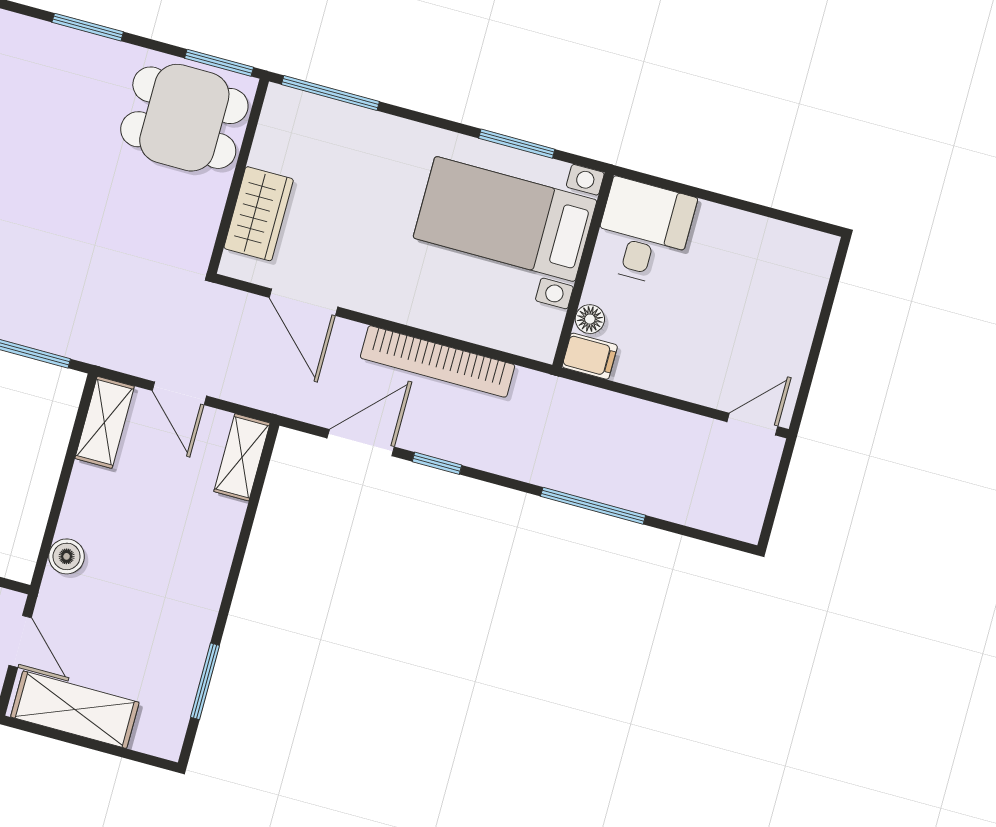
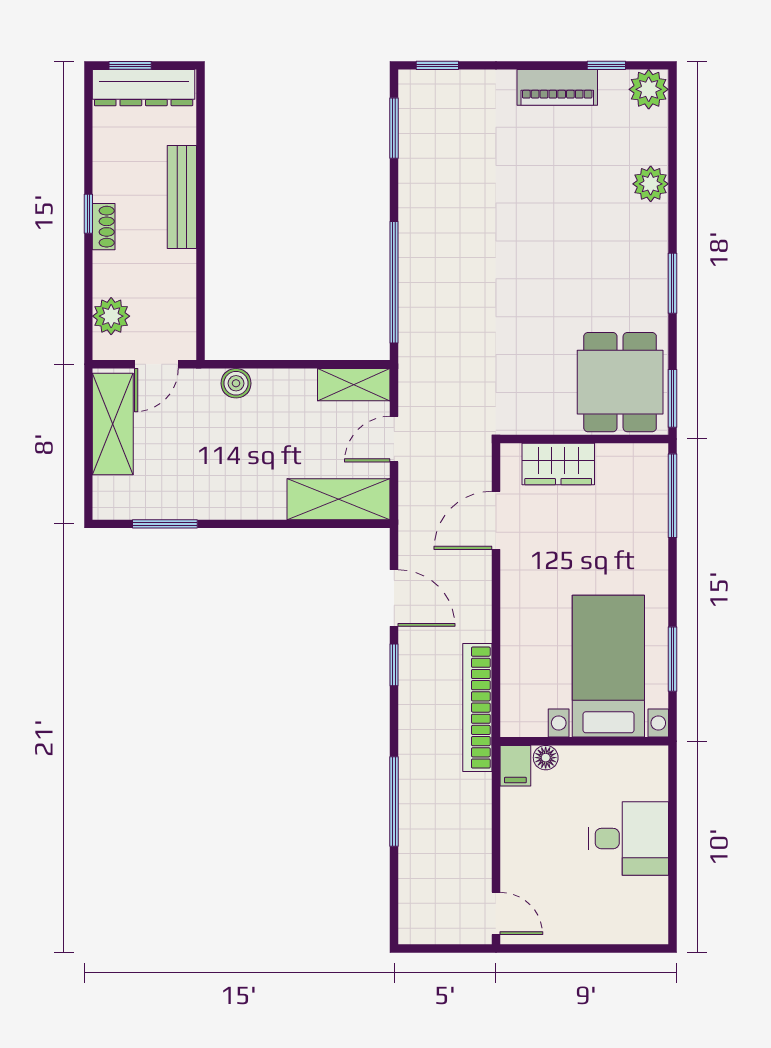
desk: (644, 232) -> (629, 839), moved
bookcase: (438, 361) -> (477, 708), moved
shelving: (242, 457) -> (339, 499), width x1.50, depth x1.33

